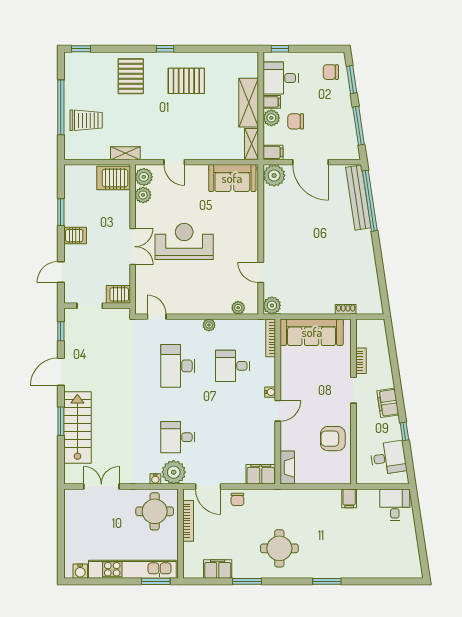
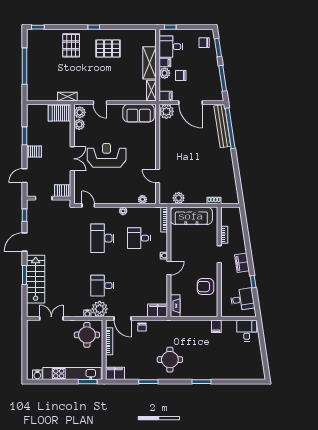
trolley: (86, 120) -> (41, 75), removed
plant: (272, 305) -> (179, 198), moved
filing cabinet: (218, 569) -> (115, 373), moved

